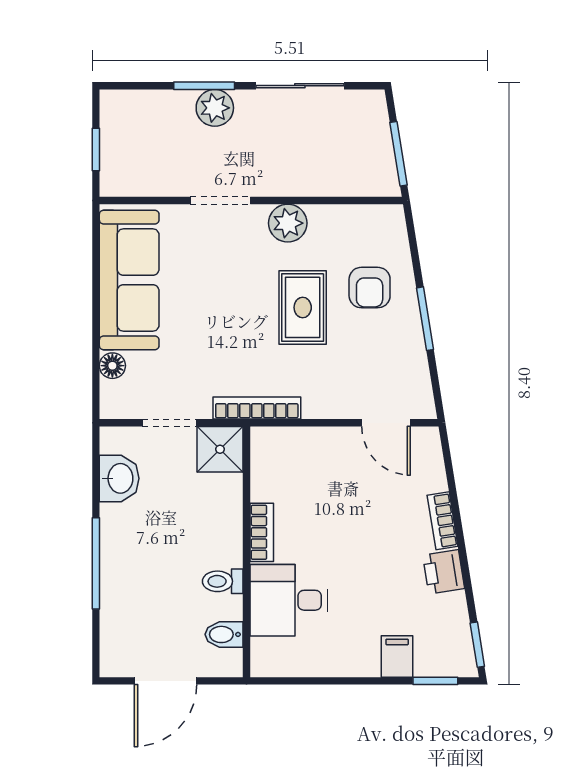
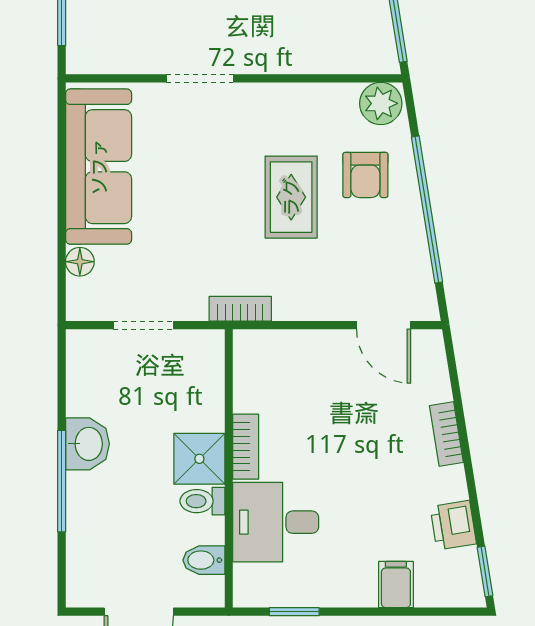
plant: (288, 223) -> (381, 103), moved
window: (425, 319) -> (427, 210), width x2.11
bookcase: (257, 408) -> (240, 309), width x0.64
shower: (220, 449) -> (199, 459), moved
washbasin: (119, 478) -> (87, 444), moved
printer: (444, 572) -> (453, 525), moved
window: (435, 681) -> (294, 612), moved

